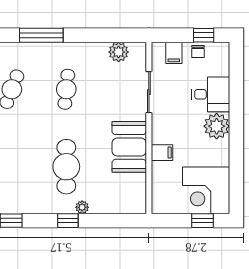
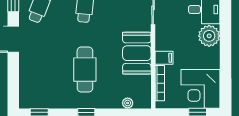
bookcase: (157, 183) -> (160, 83), added
plant: (82, 207) -> (128, 103), moved

